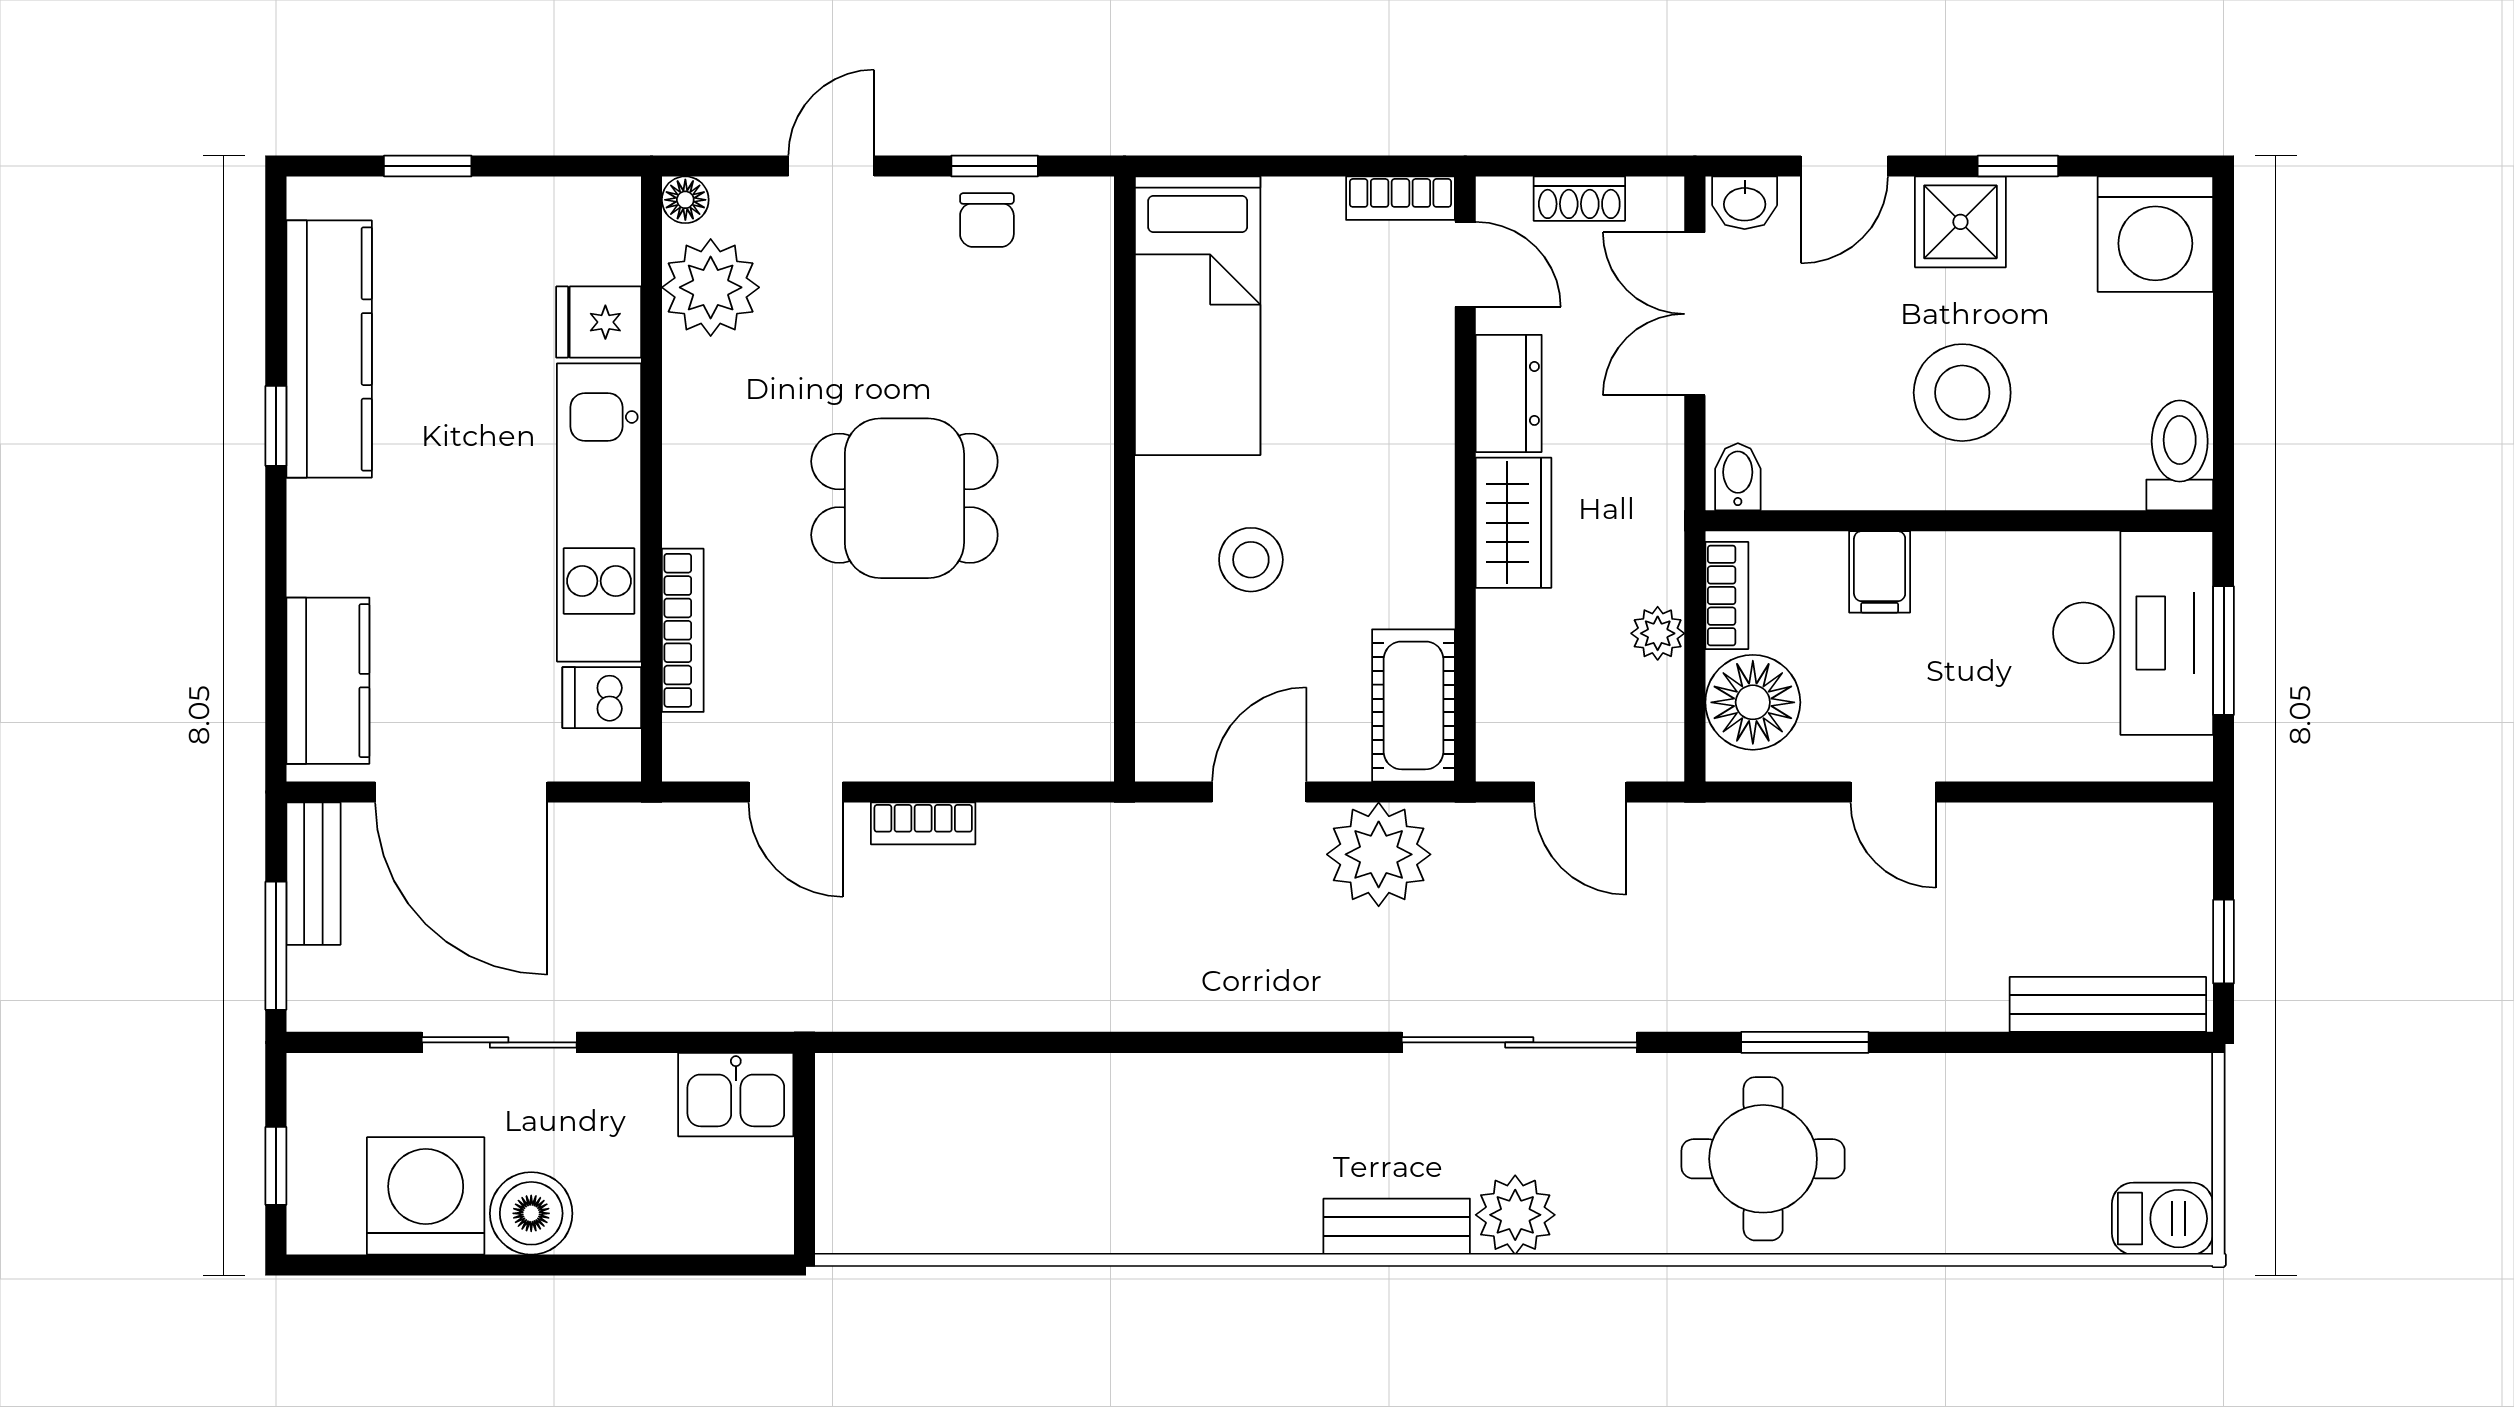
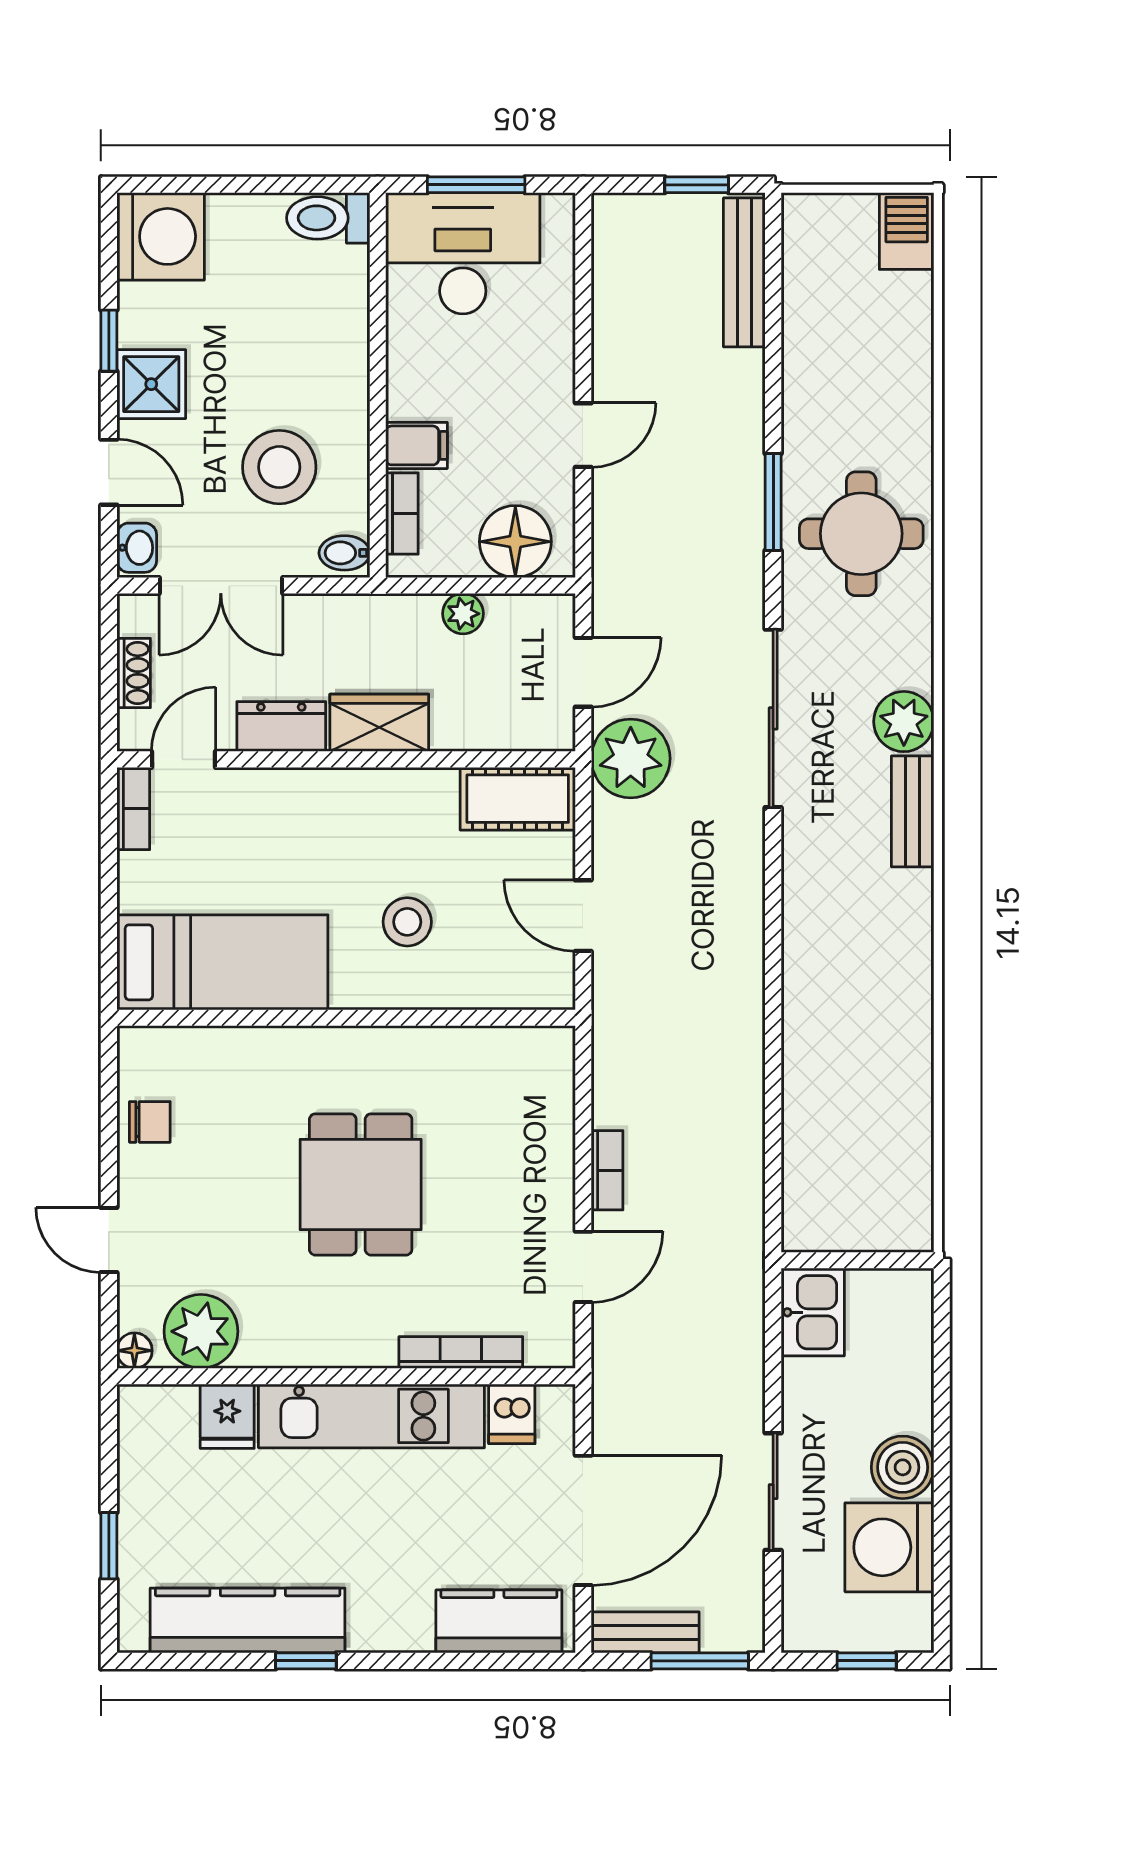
window: (995, 166) -> (109, 1116), removed
stool: (1962, 393) -> (279, 467), moved
bookcase: (1727, 596) -> (402, 513), moved, turned 90
plant: (1379, 854) -> (631, 758), moved

